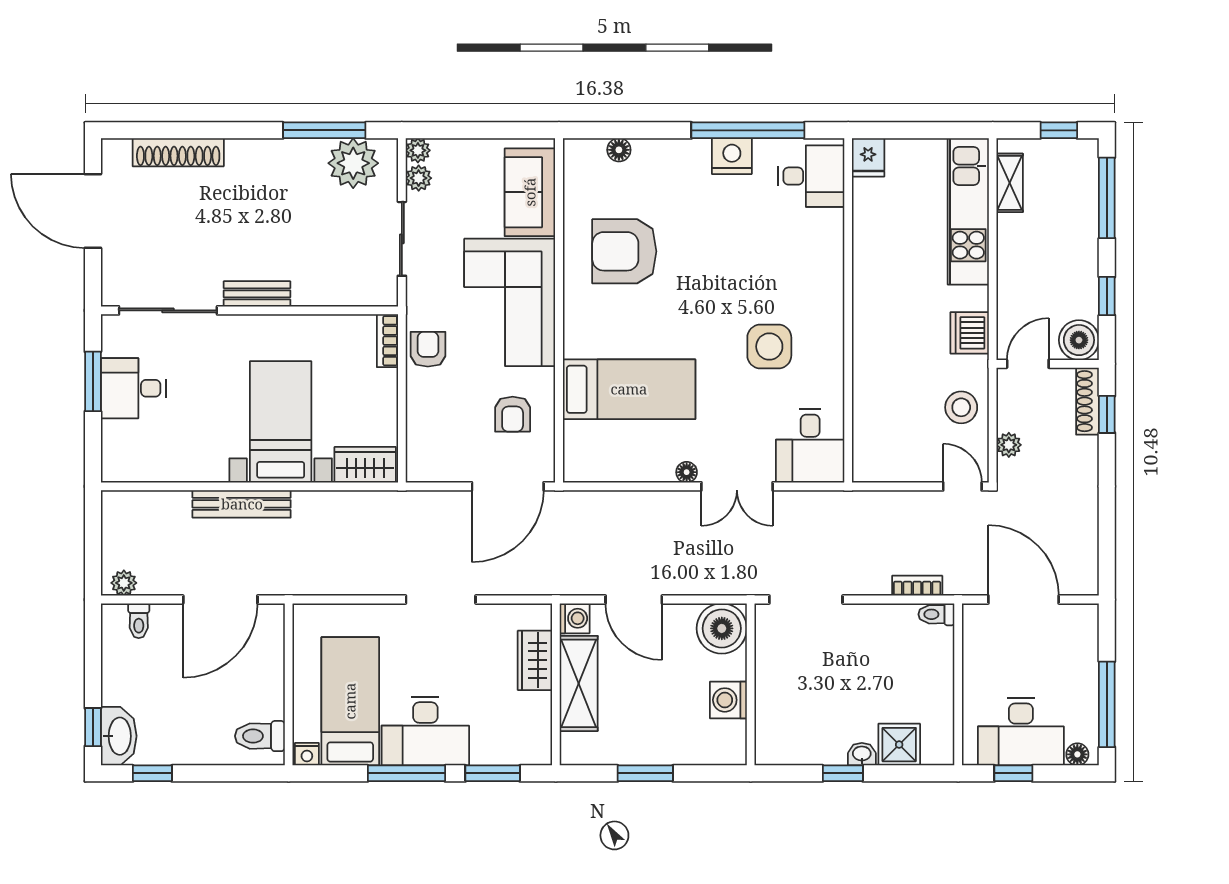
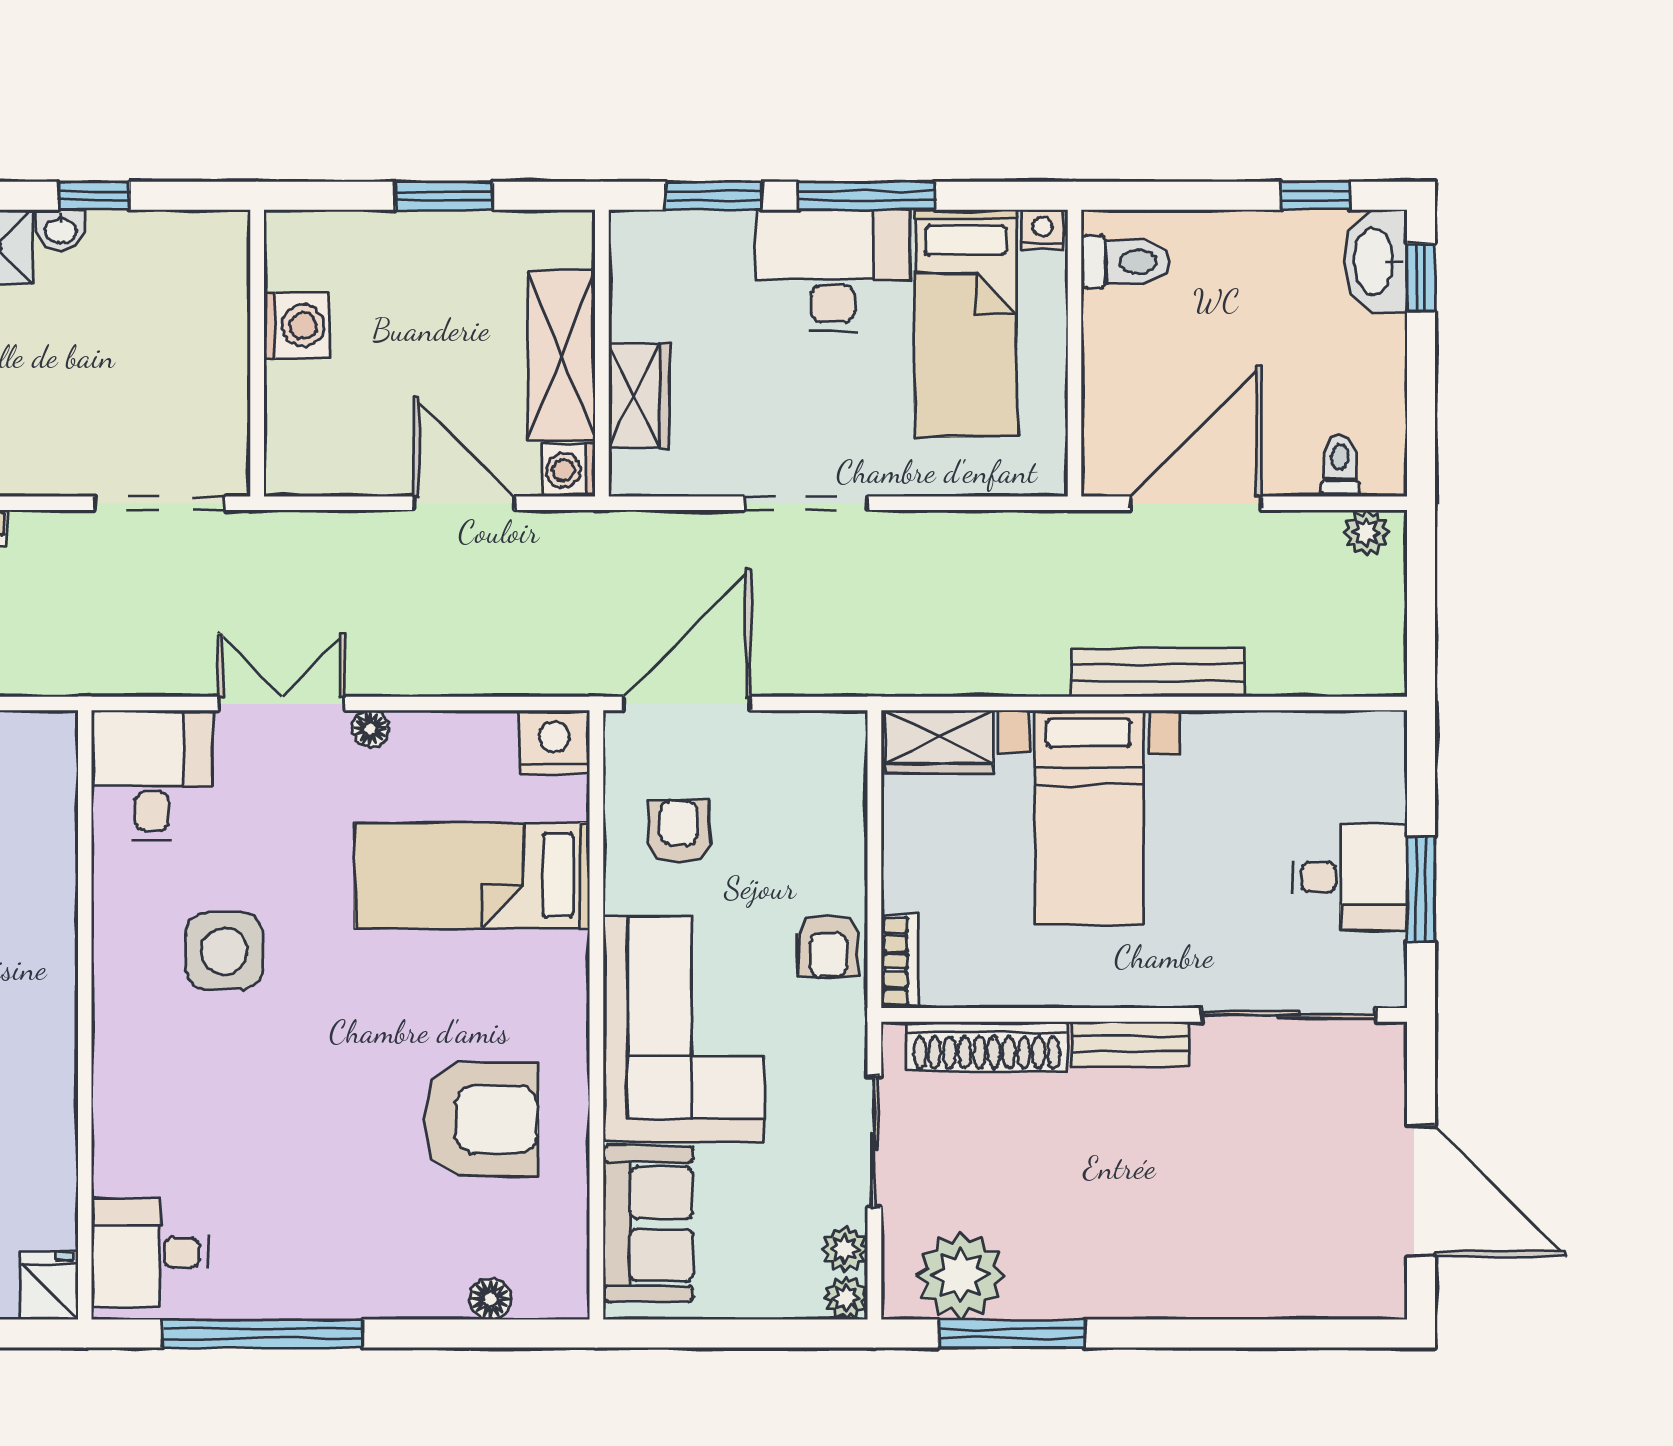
shoe rack: (178, 152) -> (987, 1046), moved, turned 180
nightstand: (732, 156) -> (554, 742), moved, turned 180
boiler: (722, 628) -> (308, 452), removed

